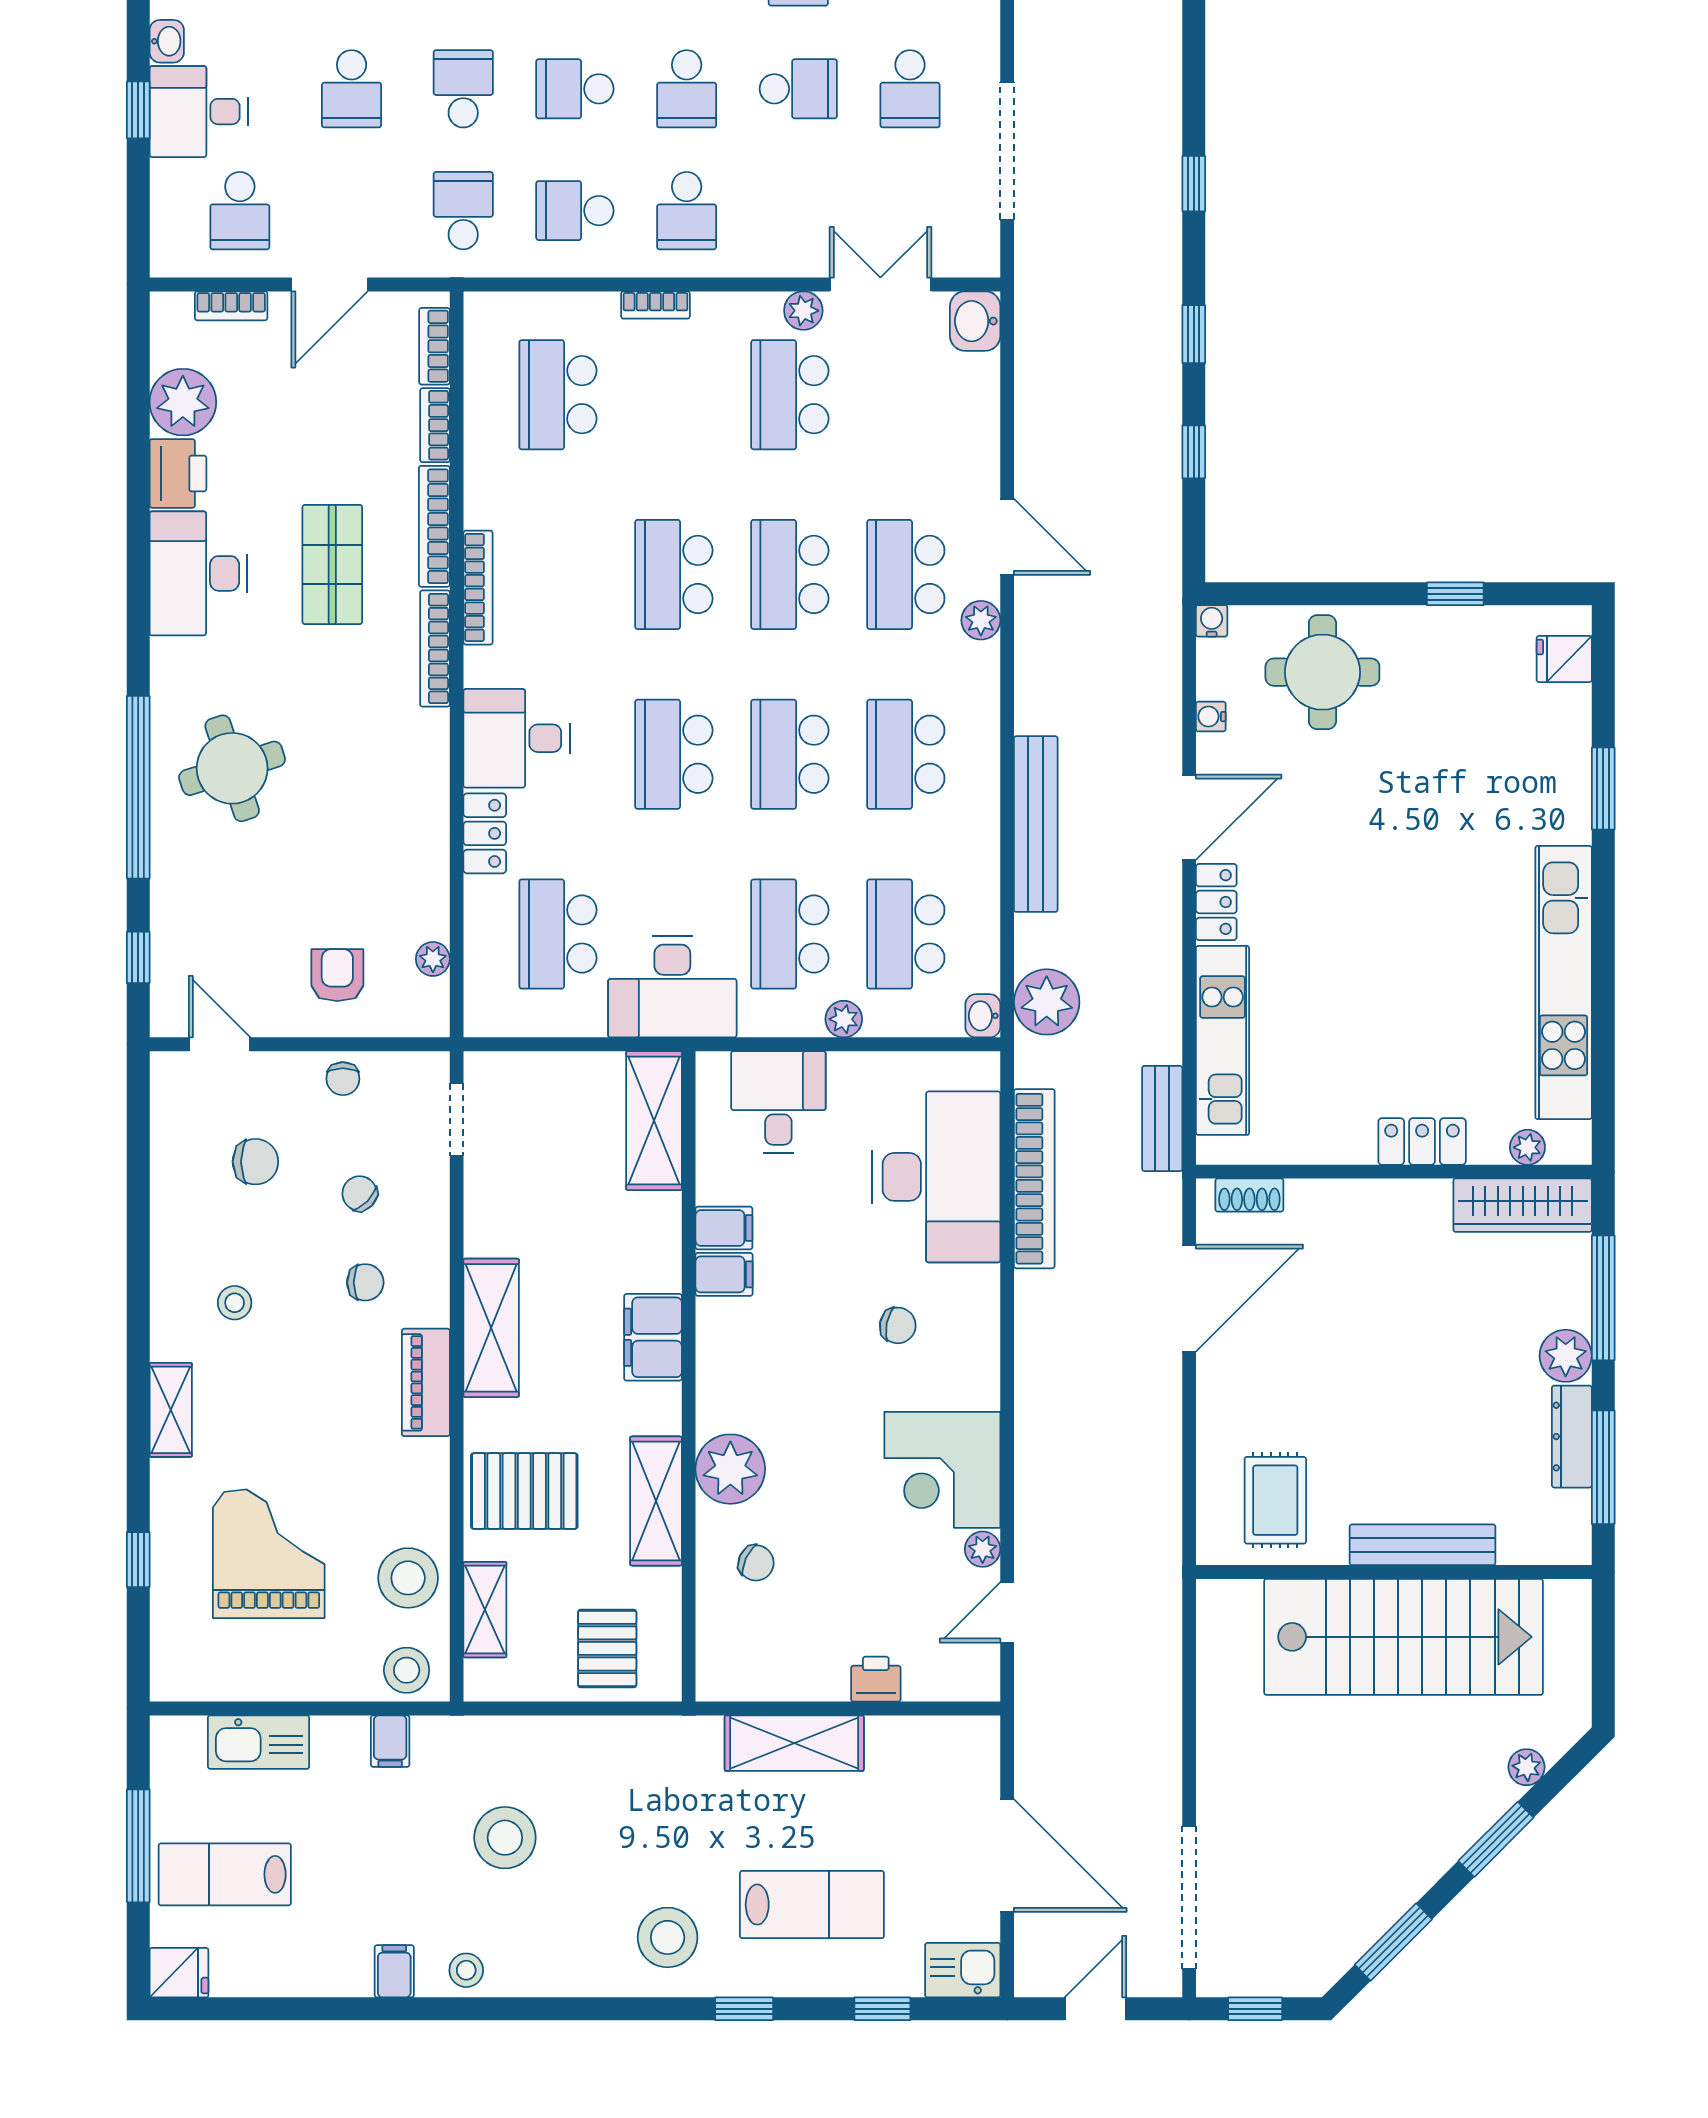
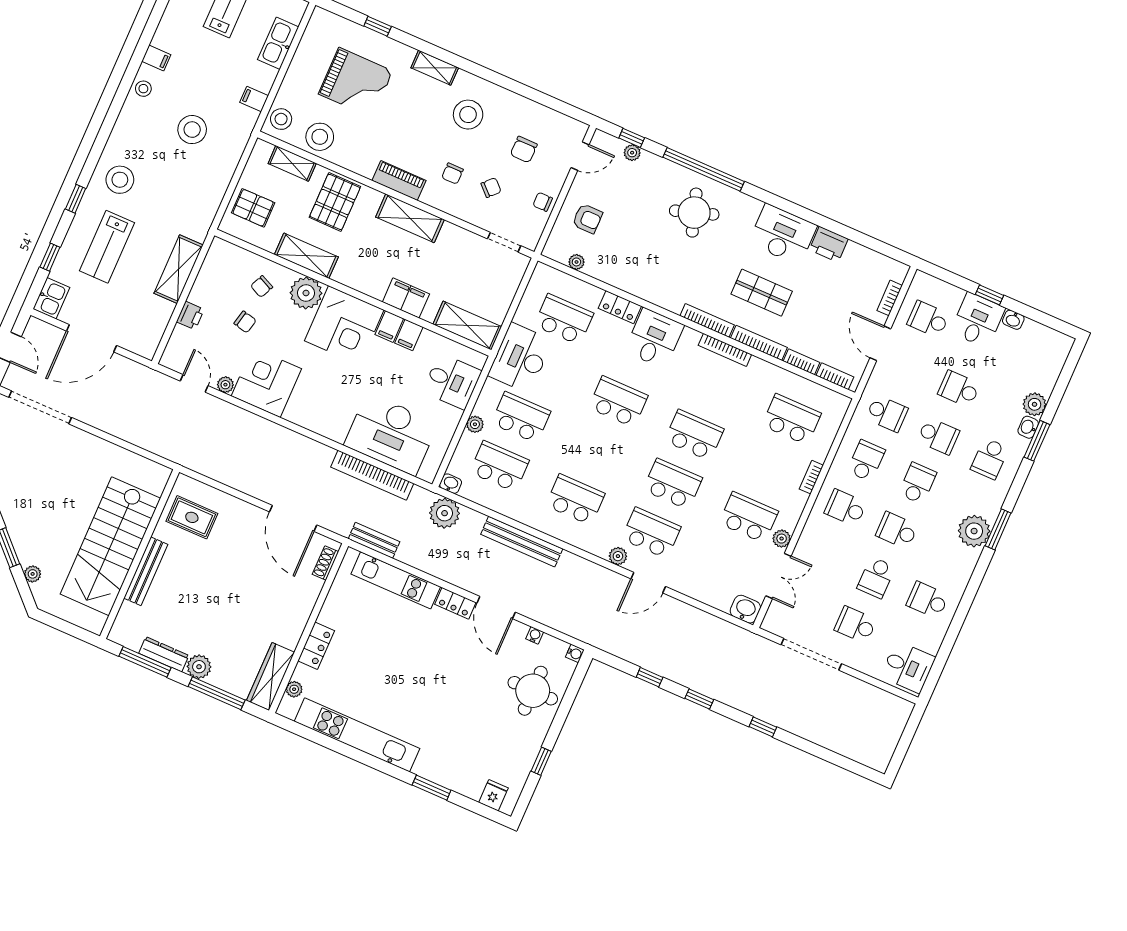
plant: (183, 402) -> (632, 153), moved, width x0.53, depth x0.53
school desk: (790, 754) -> (597, 451), removed
stool: (235, 1303) -> (468, 115), width x1.89, depth x1.89
chair: (898, 1325) -> (245, 322), moved, turned -88
filing cabinet: (653, 1337) -> (406, 298), moved
corner desk: (761, 1365) -> (344, 325), added

